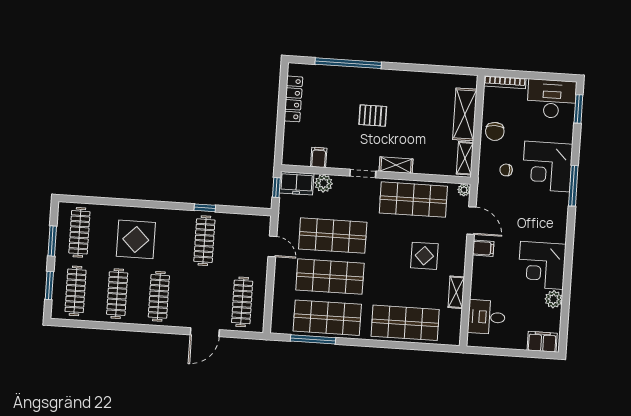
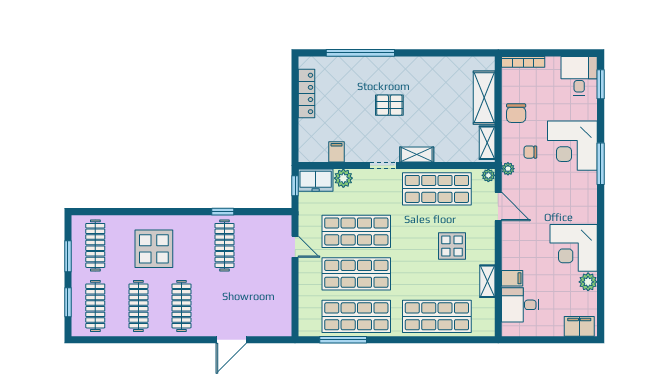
desk: (552, 99) -> (579, 76), width x0.73
plant: (483, 185) -> (508, 169), added
filing cabinet: (483, 248) -> (512, 278), moved
clothes rail: (242, 302) -> (268, 306), removed

